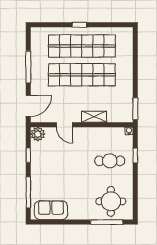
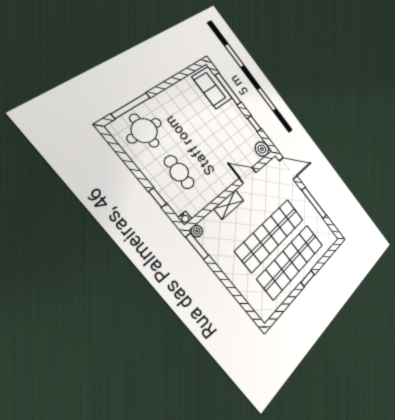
door: (28, 106) -> (288, 168), swing flipped
plant: (128, 117) -> (197, 231), added
cafe table: (110, 161) -> (179, 172), turned 90
sofa: (51, 210) -> (212, 88), moved, turned 90

